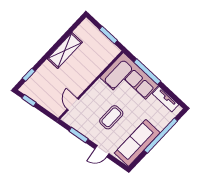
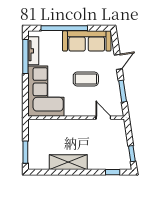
window: (108, 35) -> (25, 152), moved
window: (147, 72) -> (25, 57), moved
door: (73, 104) -> (103, 118), swing flipped
door: (102, 151) -> (118, 62), hinge flipped

